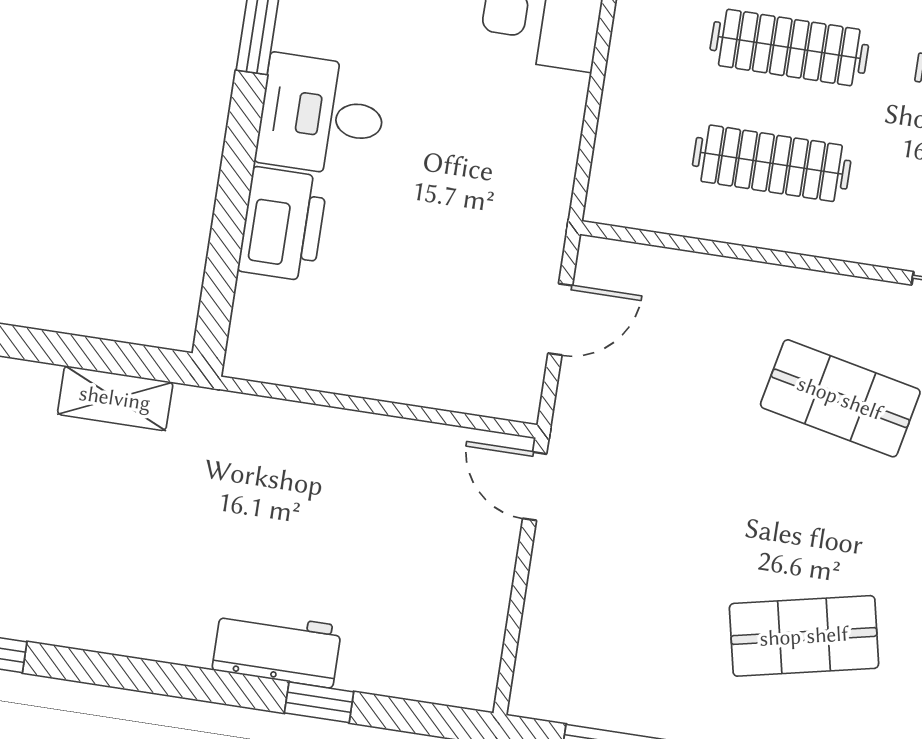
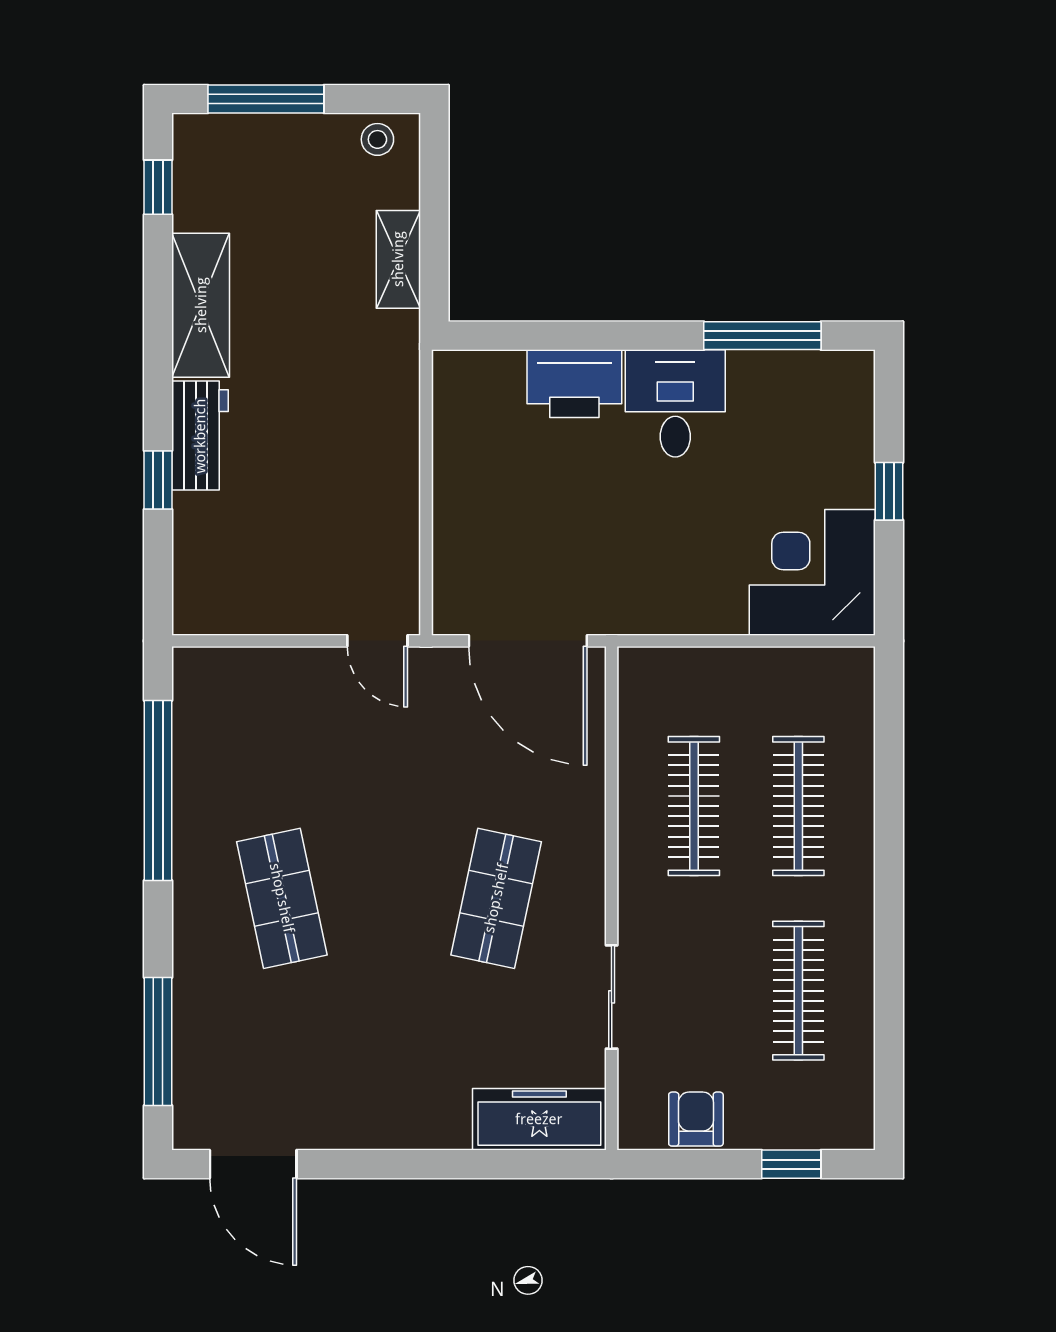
door: (560, 319) -> (528, 641), width x1.88
door: (535, 486) -> (377, 641), swing flipped
shelving: (133, 625) -> (201, 305), added

